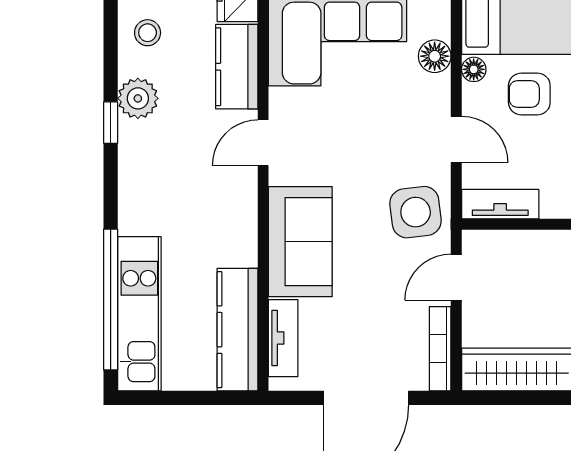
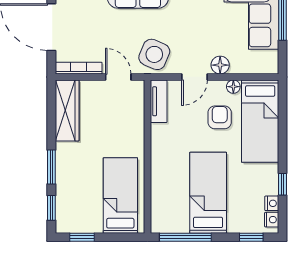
floor lamp: (435, 56) -> (220, 65), moved
side table: (416, 212) -> (154, 54), turned 30

